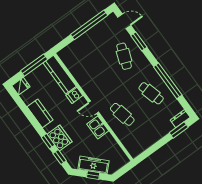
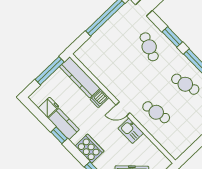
window: (139, 41) -> (172, 37), moved
fridge: (21, 86) -> (48, 107), moved
window: (48, 141) -> (59, 135), moved

